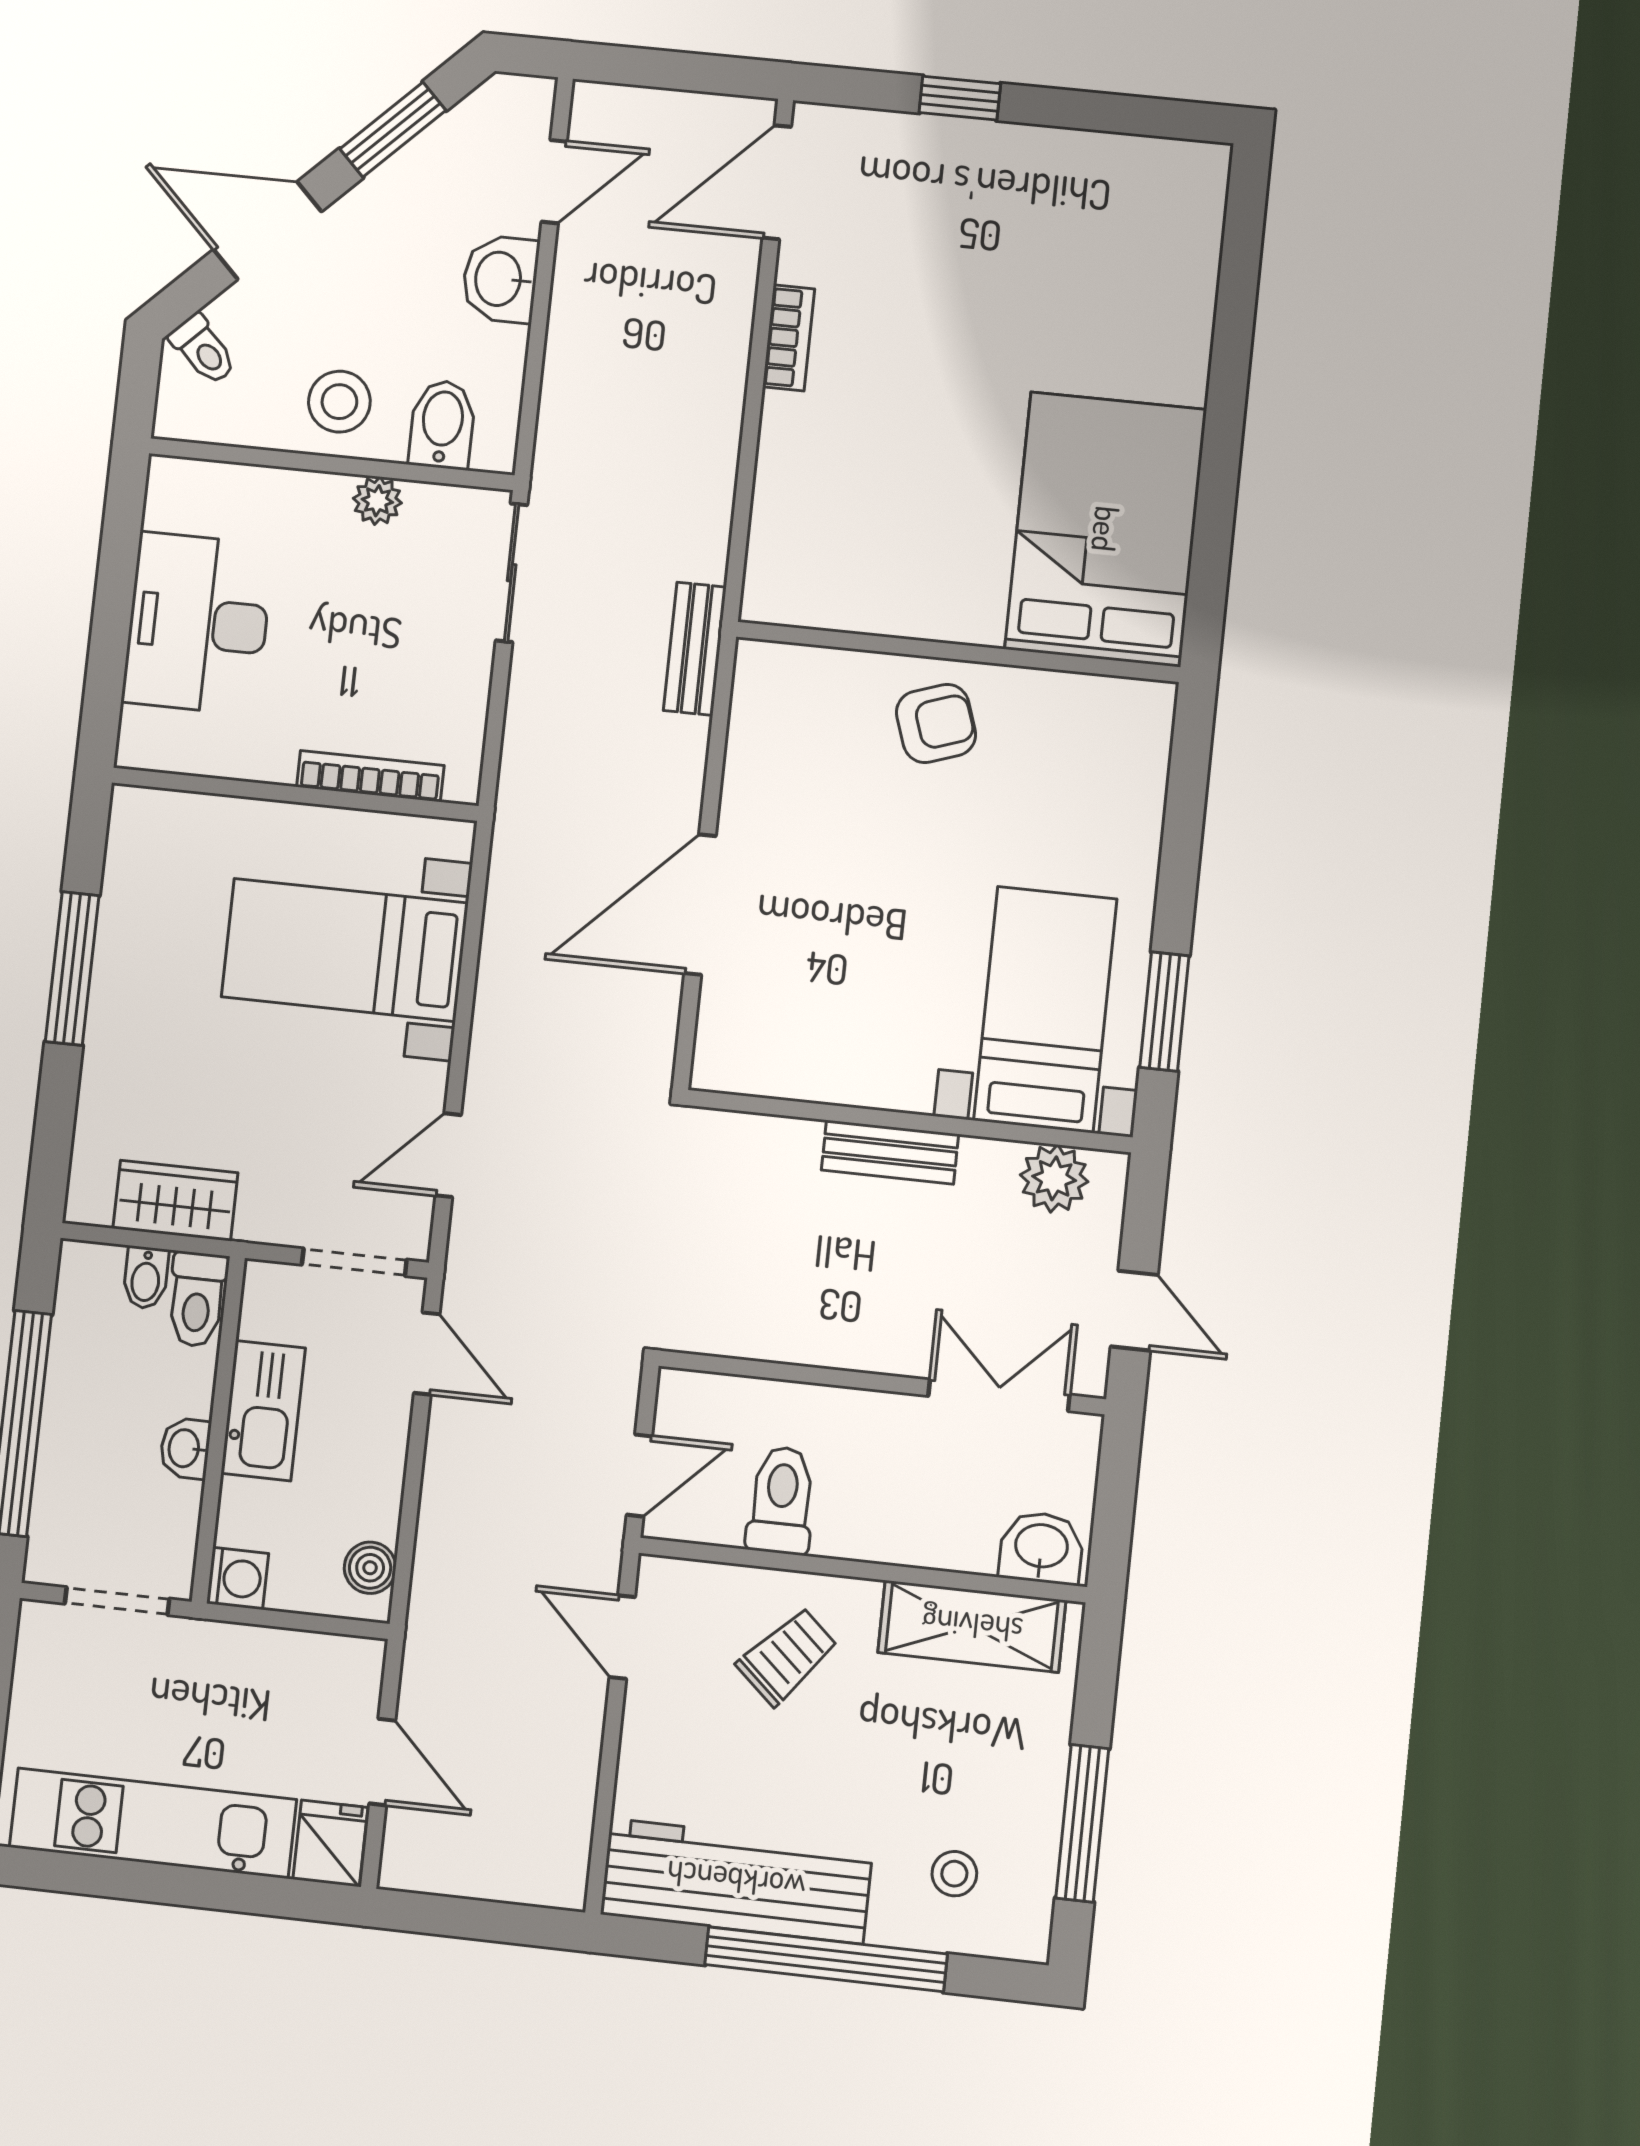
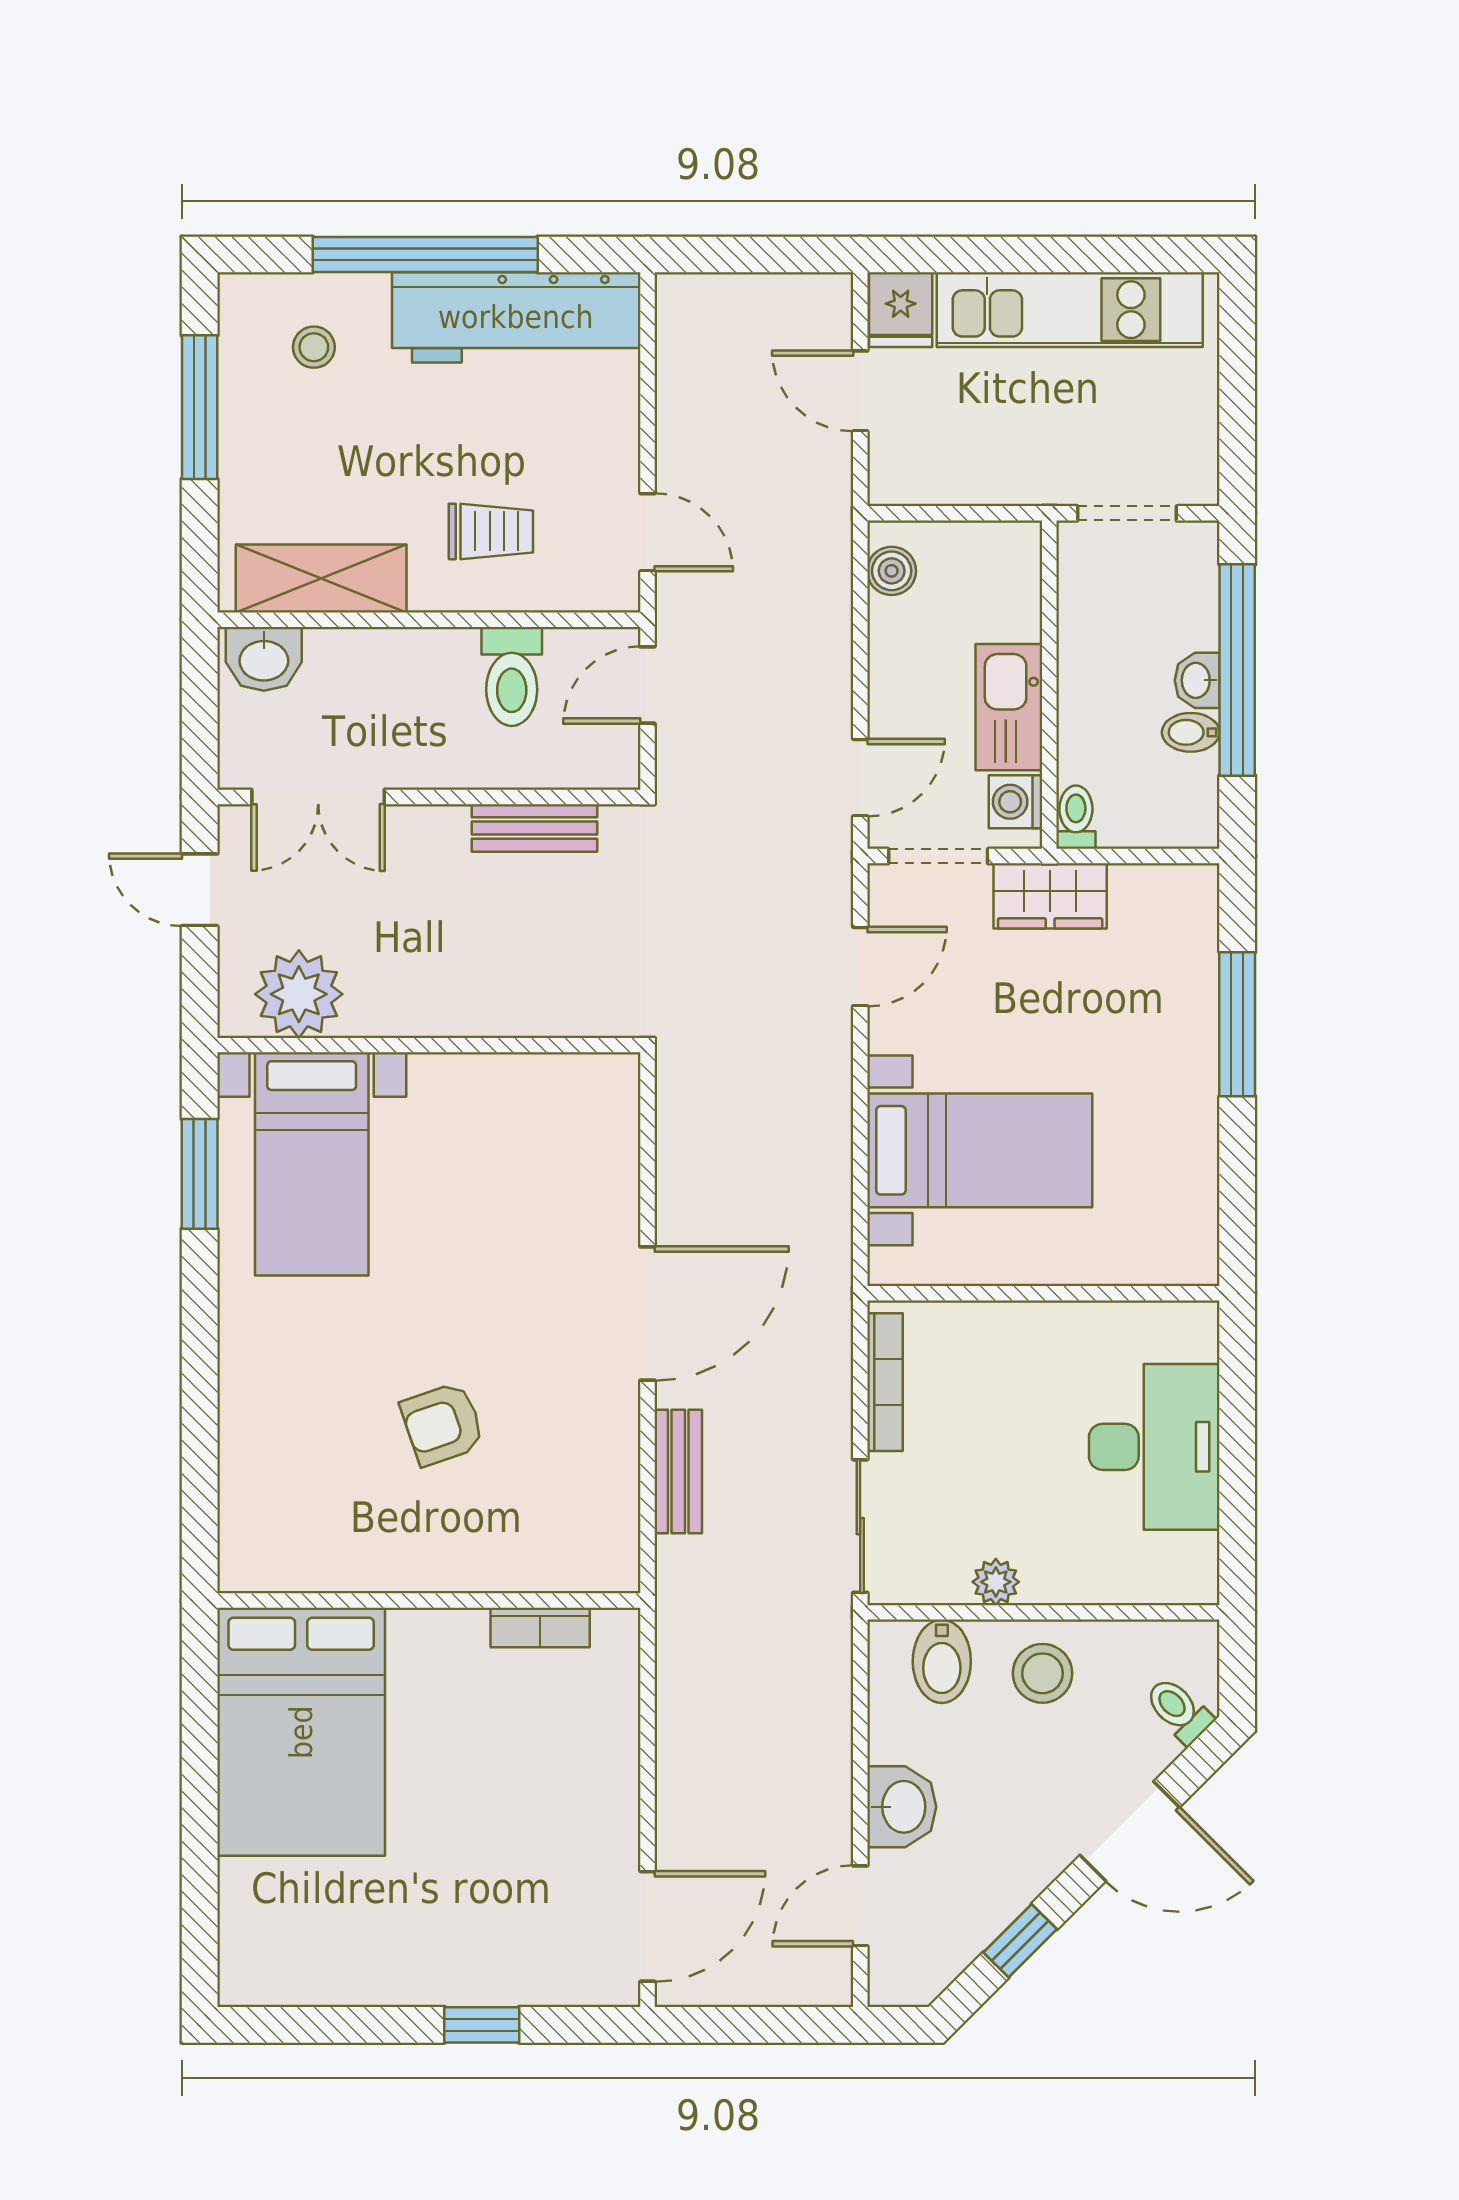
window: (393, 130) -> (1020, 1941), width x0.67
bookcase: (789, 338) -> (540, 1628), moved, turned -90
bed: (1106, 529) -> (301, 1732), moved
wall: (958, 652) -> (429, 1601), moved
bookcase: (370, 776) -> (885, 1382), moved, turned -90
door: (700, 905) -> (648, 1314), moved
window: (72, 968) -> (1237, 1024), moved
bench: (890, 1152) -> (534, 828), moved
plant: (1054, 1178) -> (299, 994), width x1.36, depth x1.36
wardrobe: (175, 1201) -> (1050, 896), moved
bidet: (146, 1278) -> (1191, 732), moved, turned -90
toilet: (197, 1299) -> (1076, 817), width x0.73, depth x0.72
door: (427, 1353) -> (860, 778), swing flipped
washbasin: (185, 1448) -> (1197, 680), moved, turned 180
washing machine: (238, 1578) -> (1015, 802), moved
trolley: (787, 1656) -> (491, 531), turned -132

